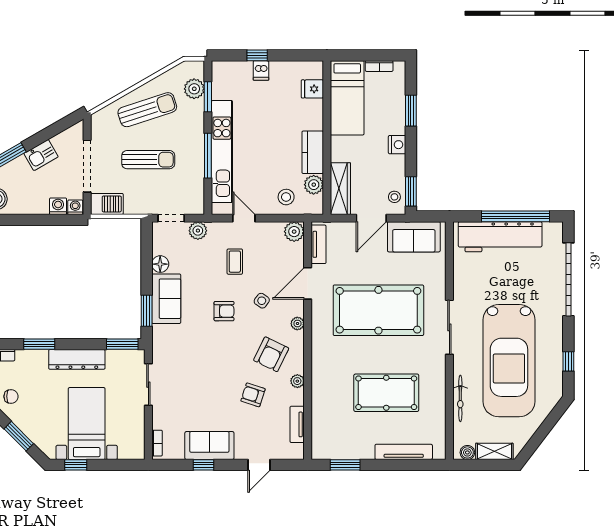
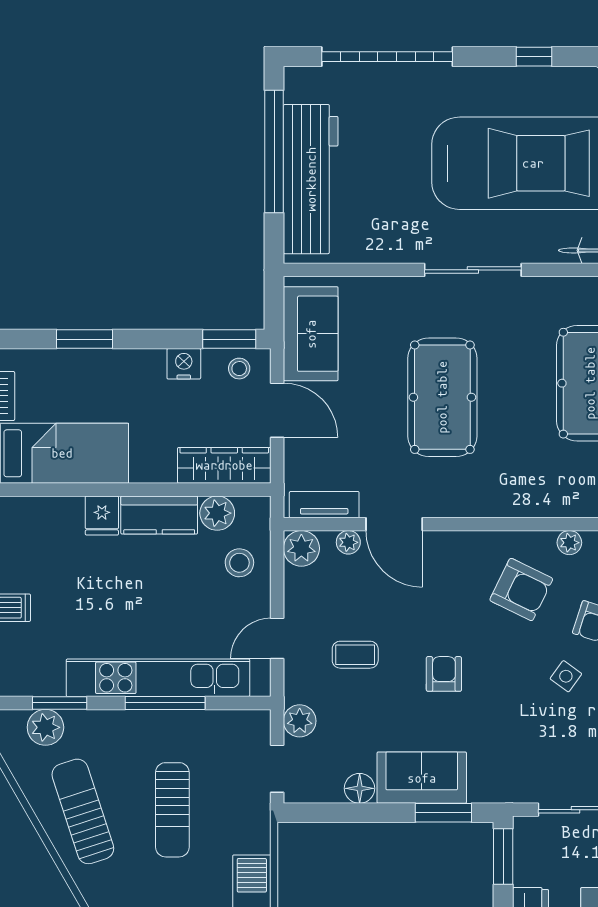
fridge: (312, 89) -> (102, 516), moved
nightstand: (397, 145) -> (184, 364), moved
sun lounger: (148, 160) -> (172, 810), turned 180
side table: (262, 301) -> (566, 676), moved
pool table: (378, 310) -> (442, 397), width x0.73, depth x0.76
plant: (297, 323) -> (348, 542), moved

